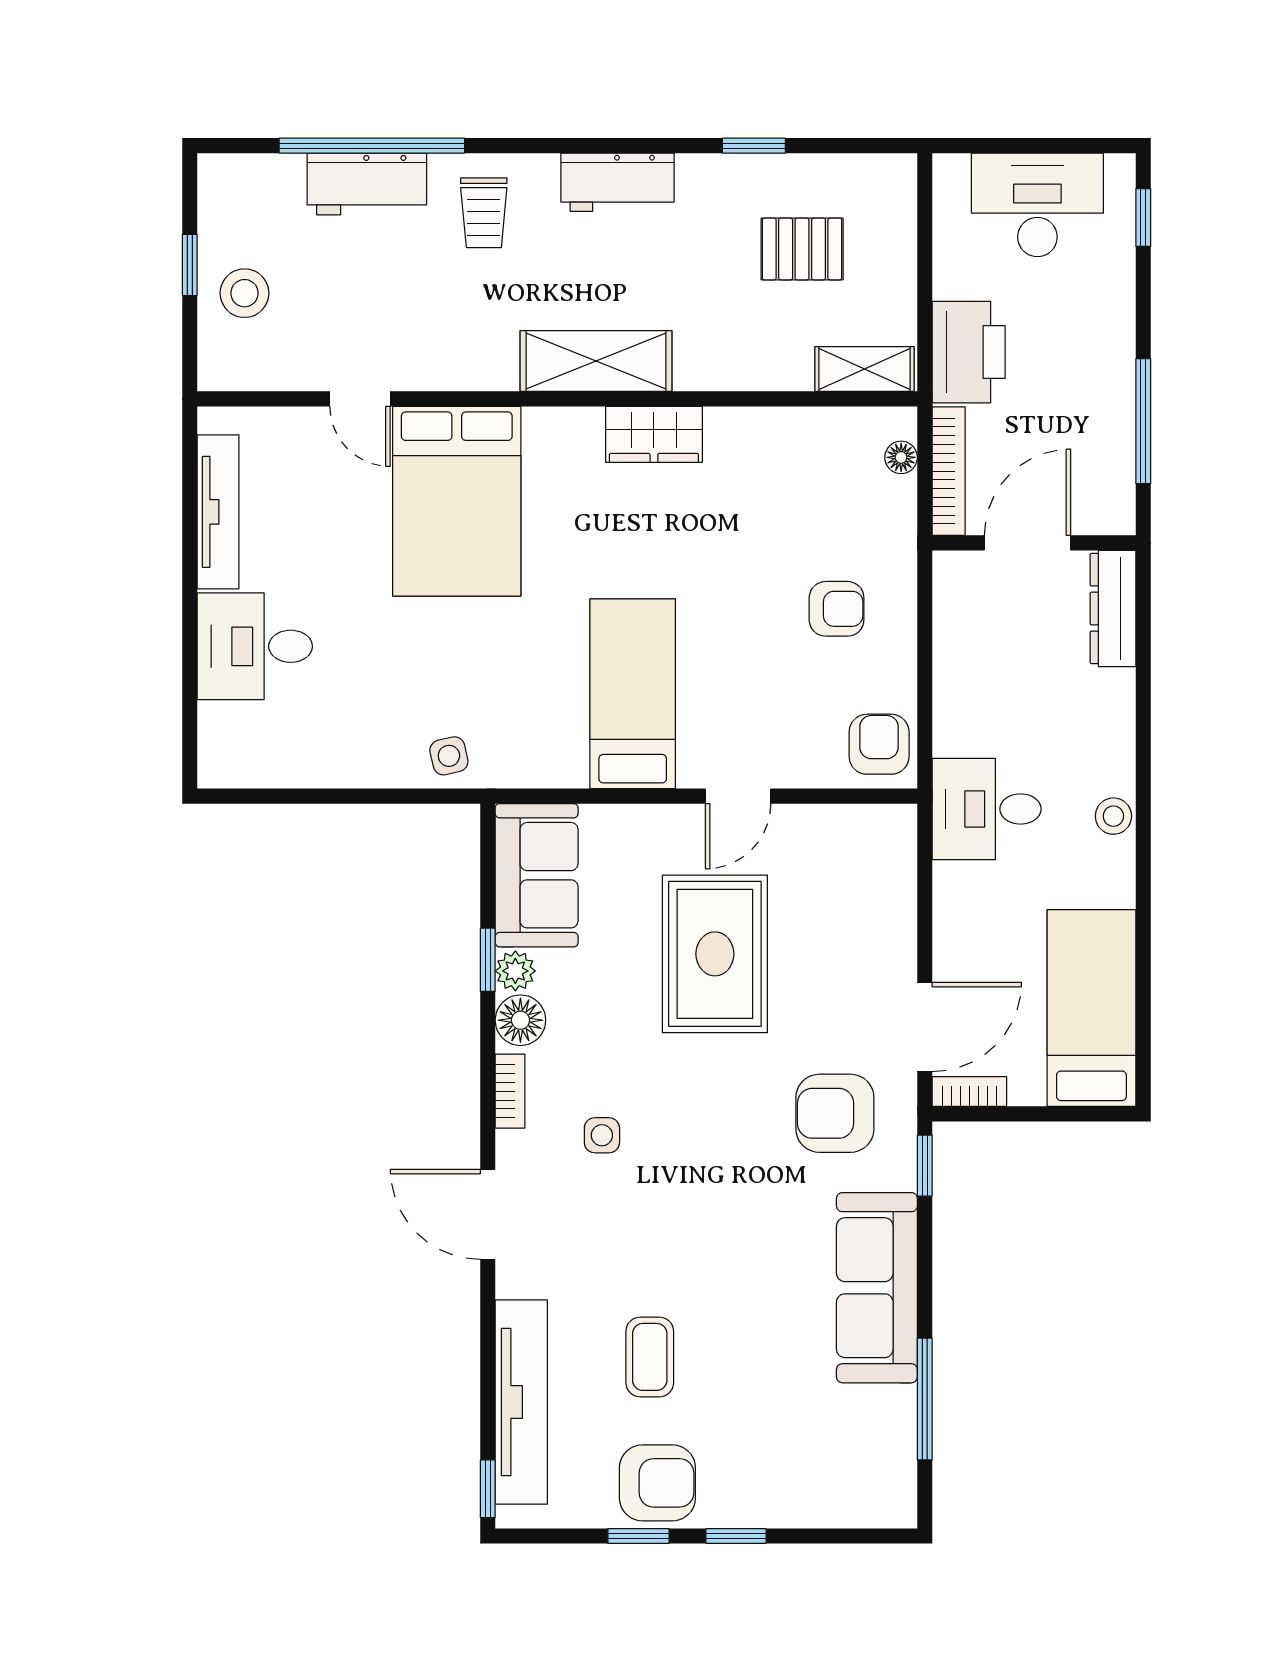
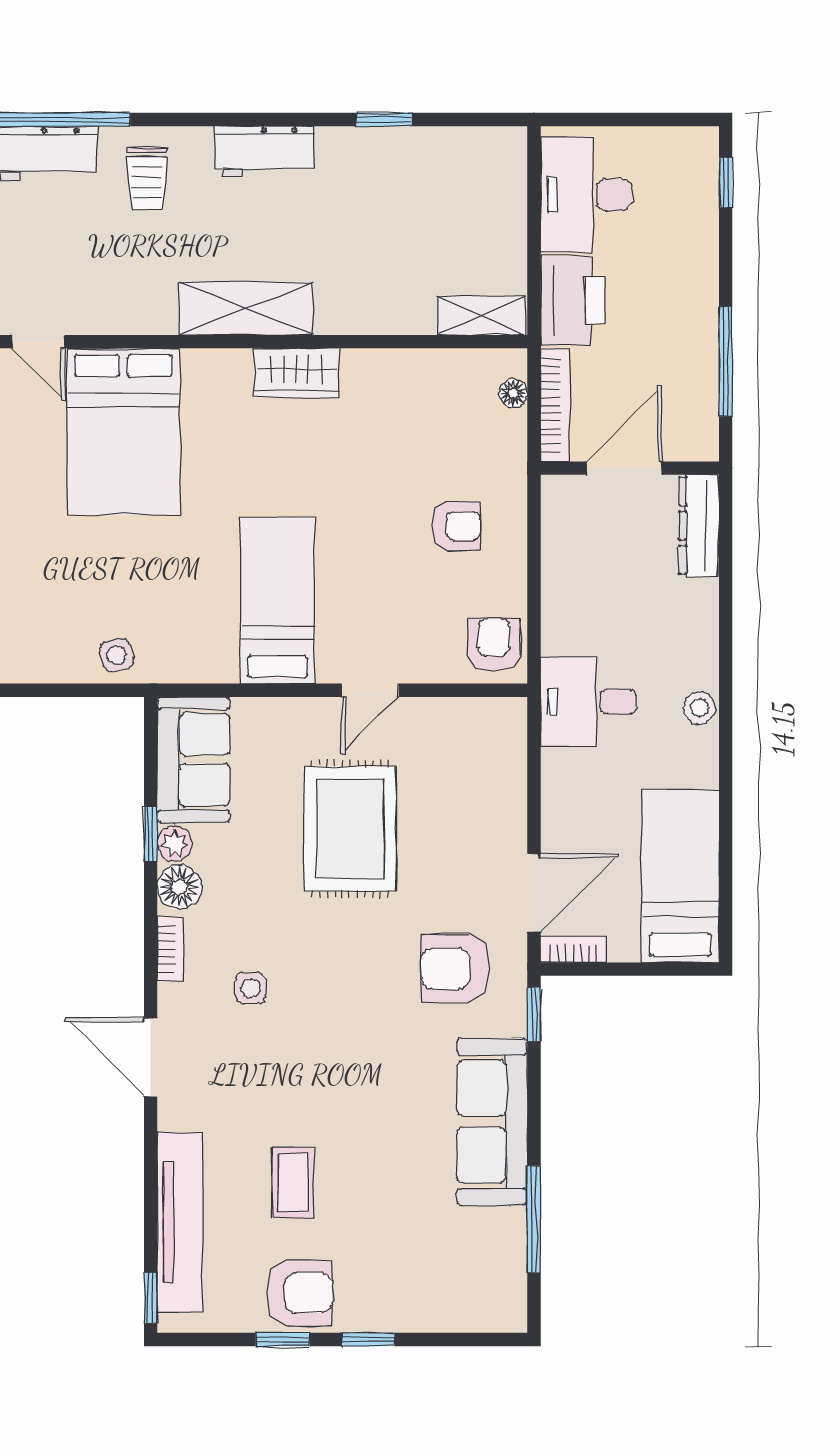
desk: (1037, 205) -> (586, 195), moved, turned -90
pallet: (802, 249) -> (426, 210), removed

